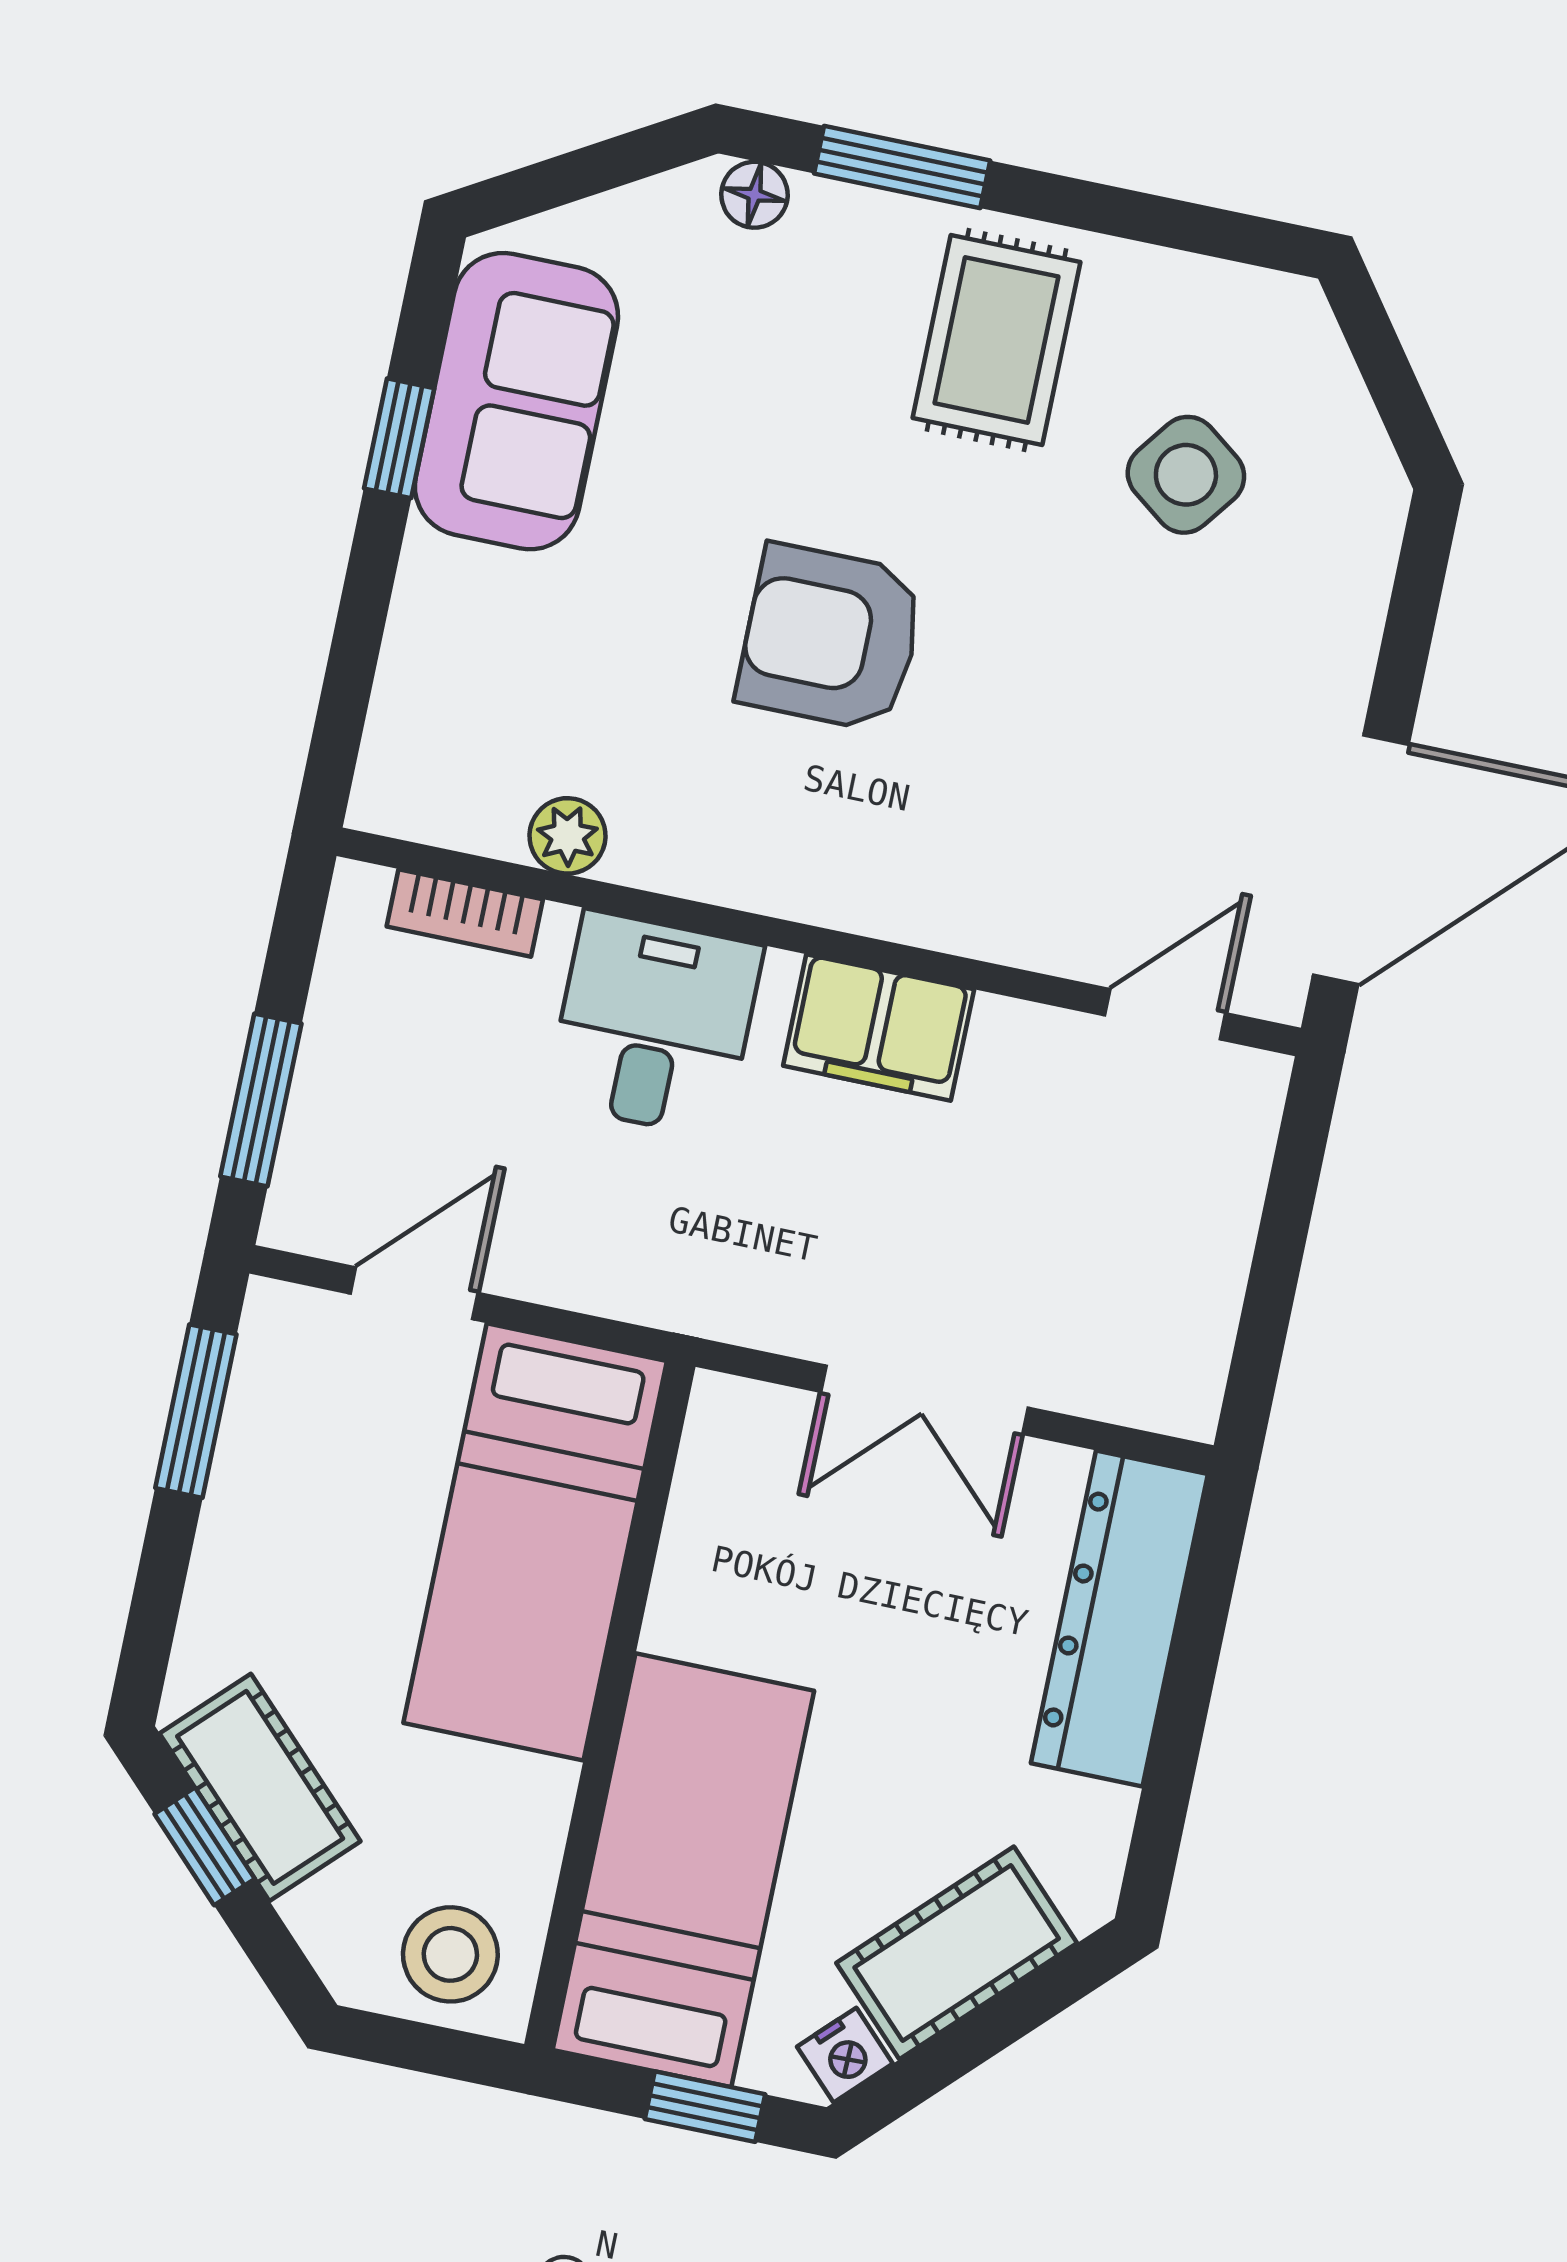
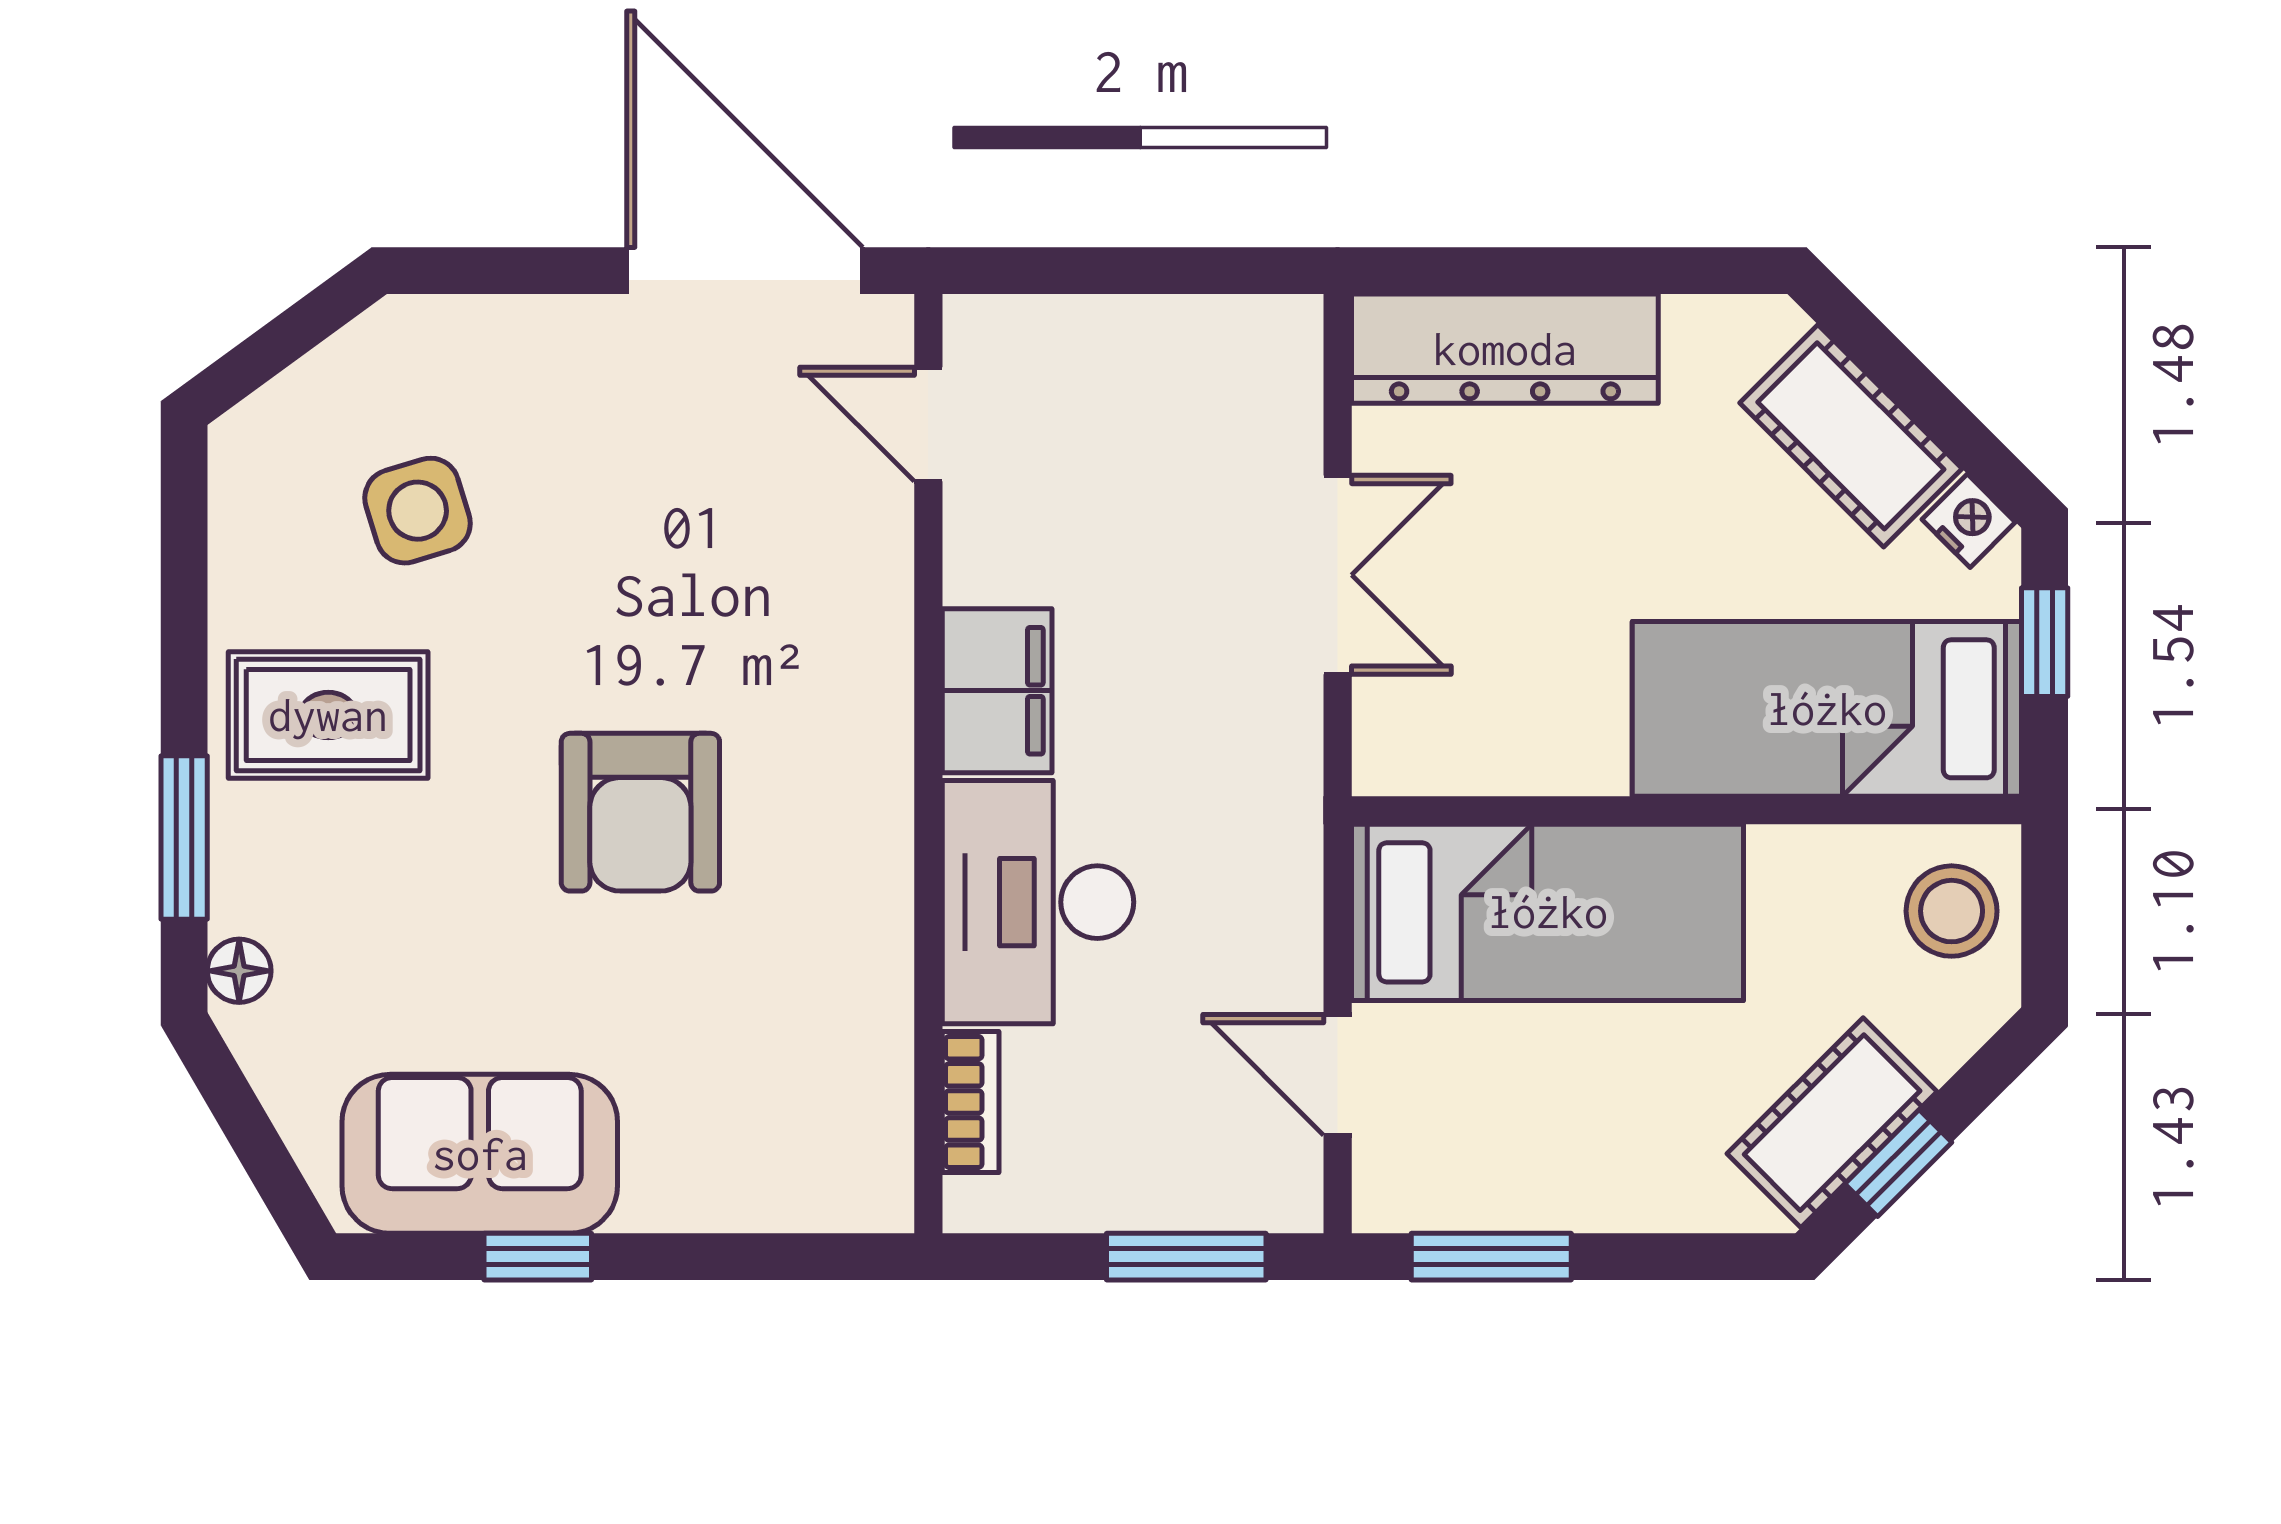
side table: (1186, 475) -> (418, 511), turned 36
plant: (568, 836) -> (878, 1021), removed
desk: (654, 1024) -> (1038, 902), width x1.37

